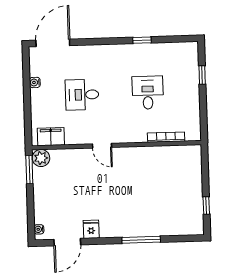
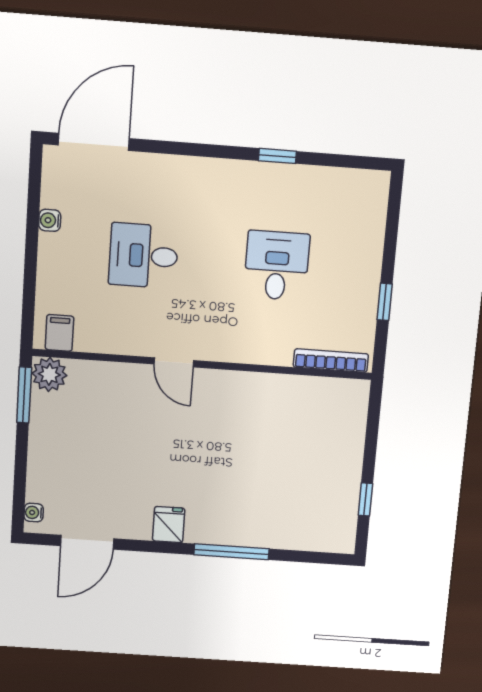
window: (202, 75) -> (385, 302), moved
filing cabinet: (51, 137) -> (59, 333), width x0.50
bookcase: (166, 137) -> (331, 360), moved
fridge: (91, 229) -> (169, 525), moved

